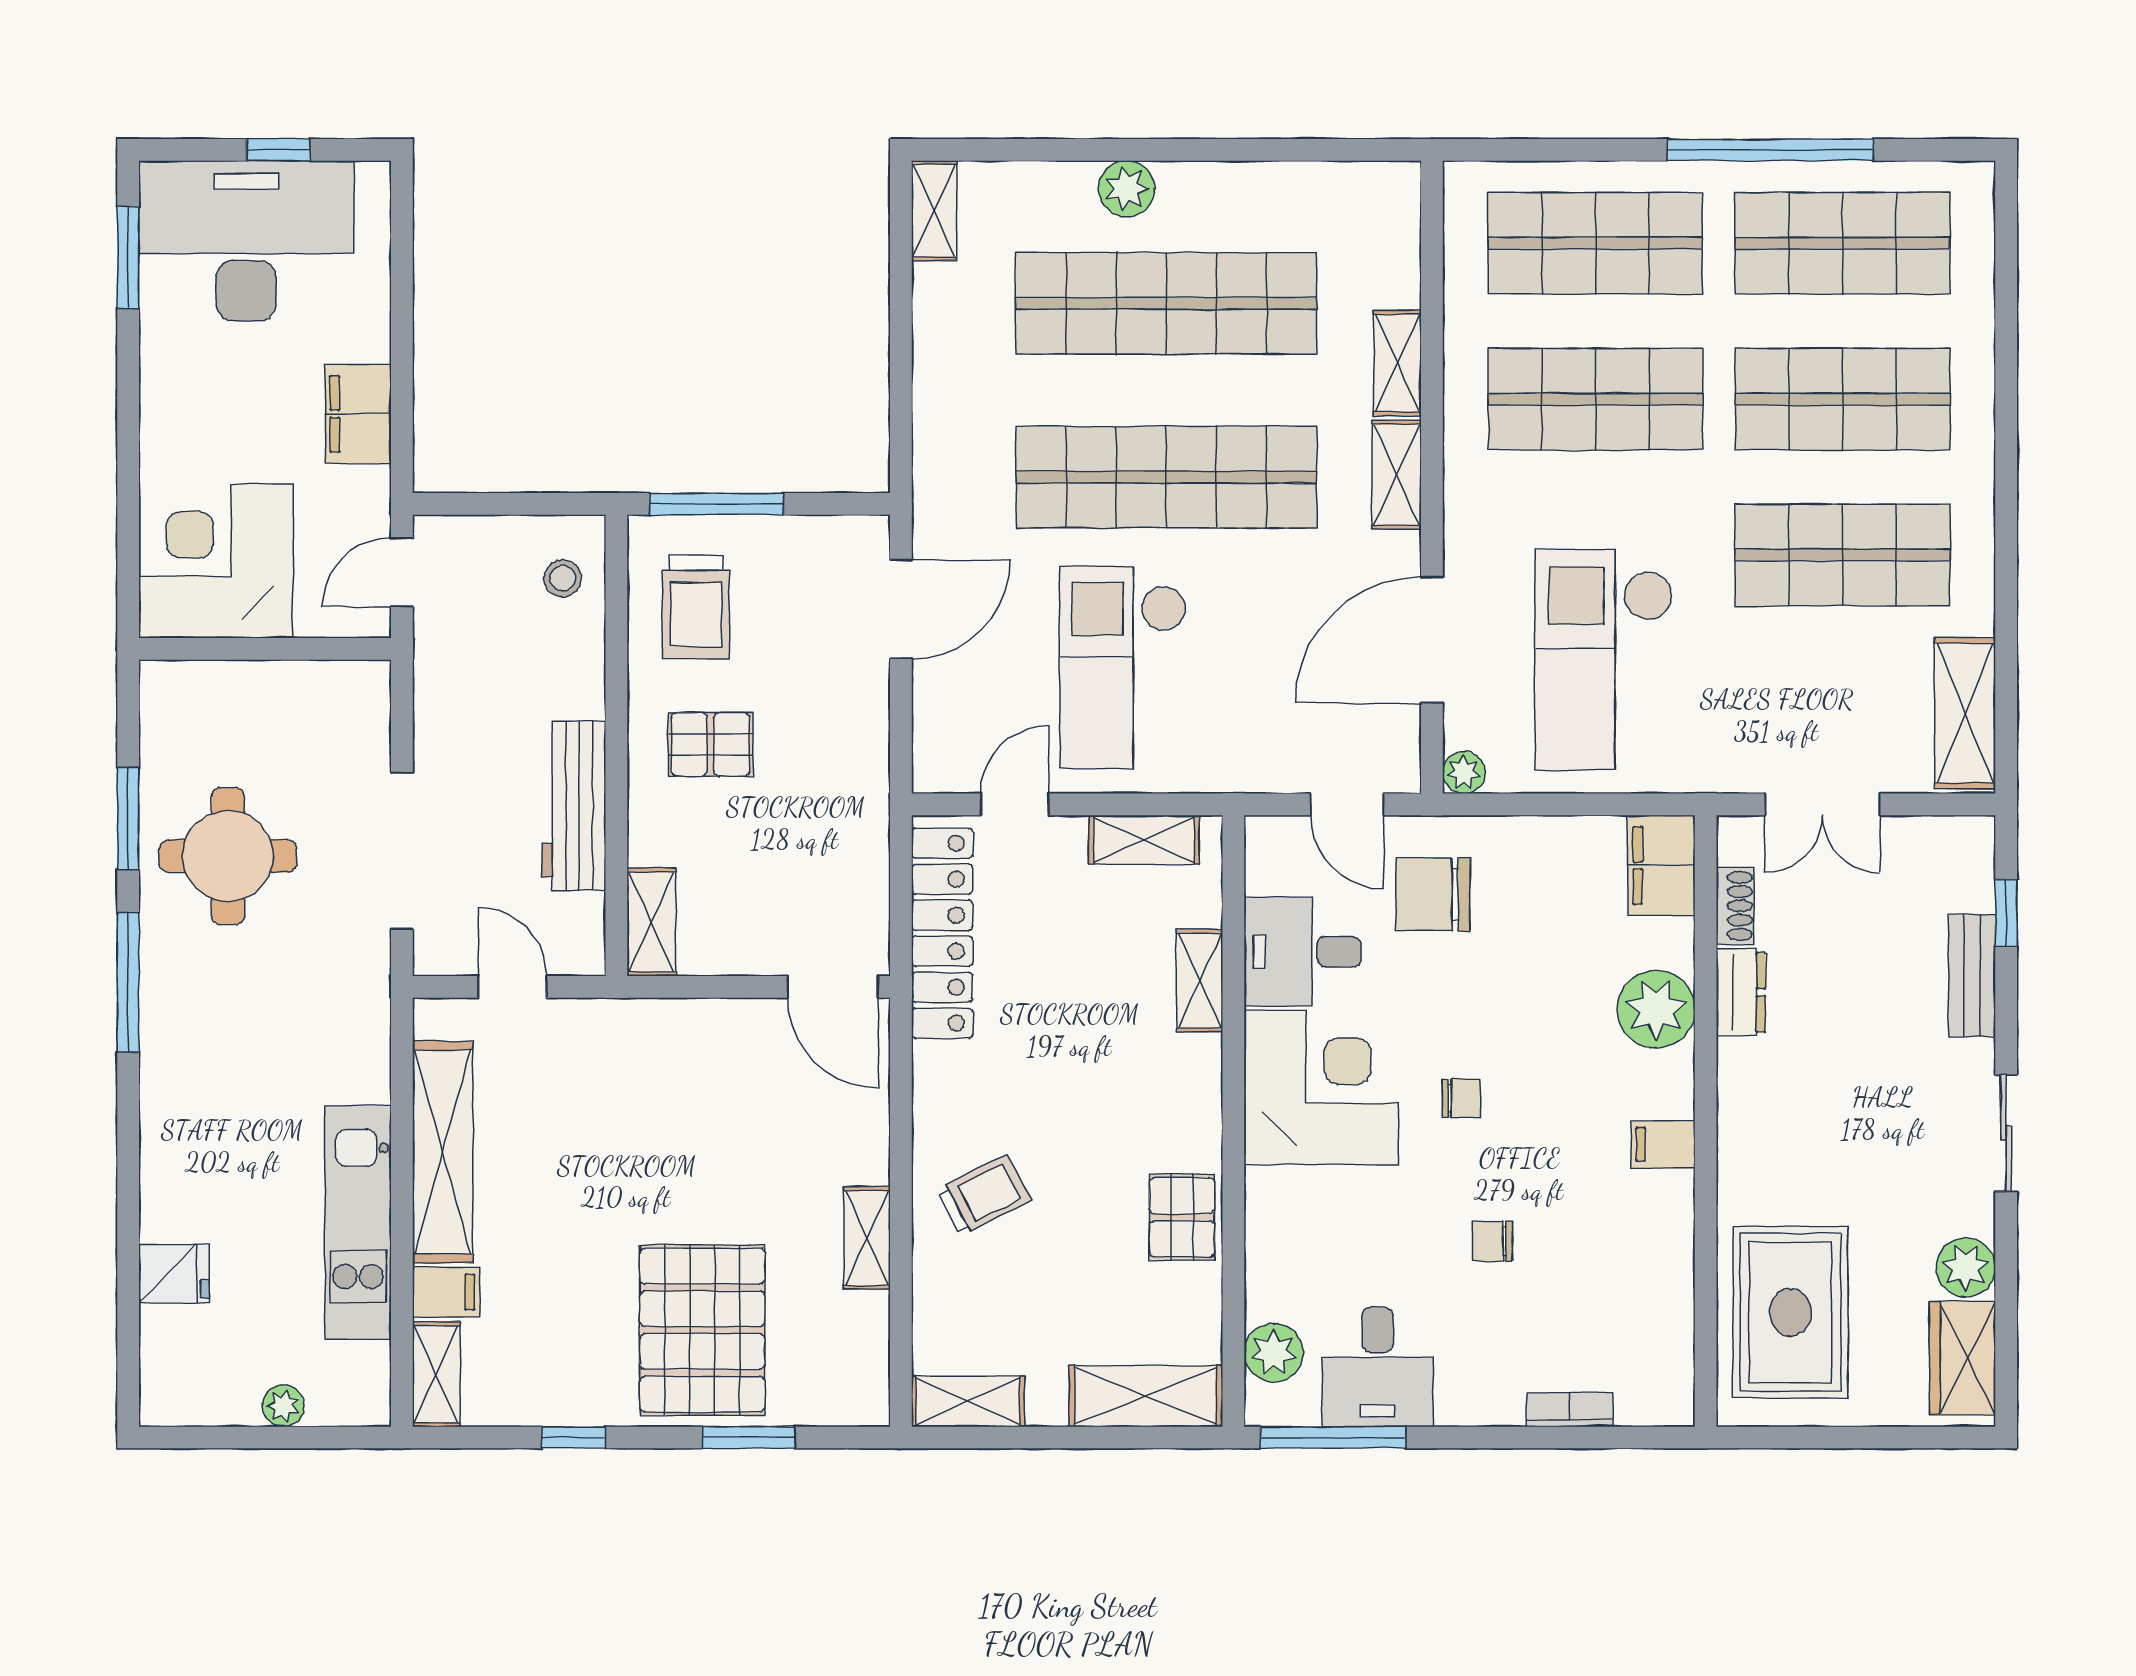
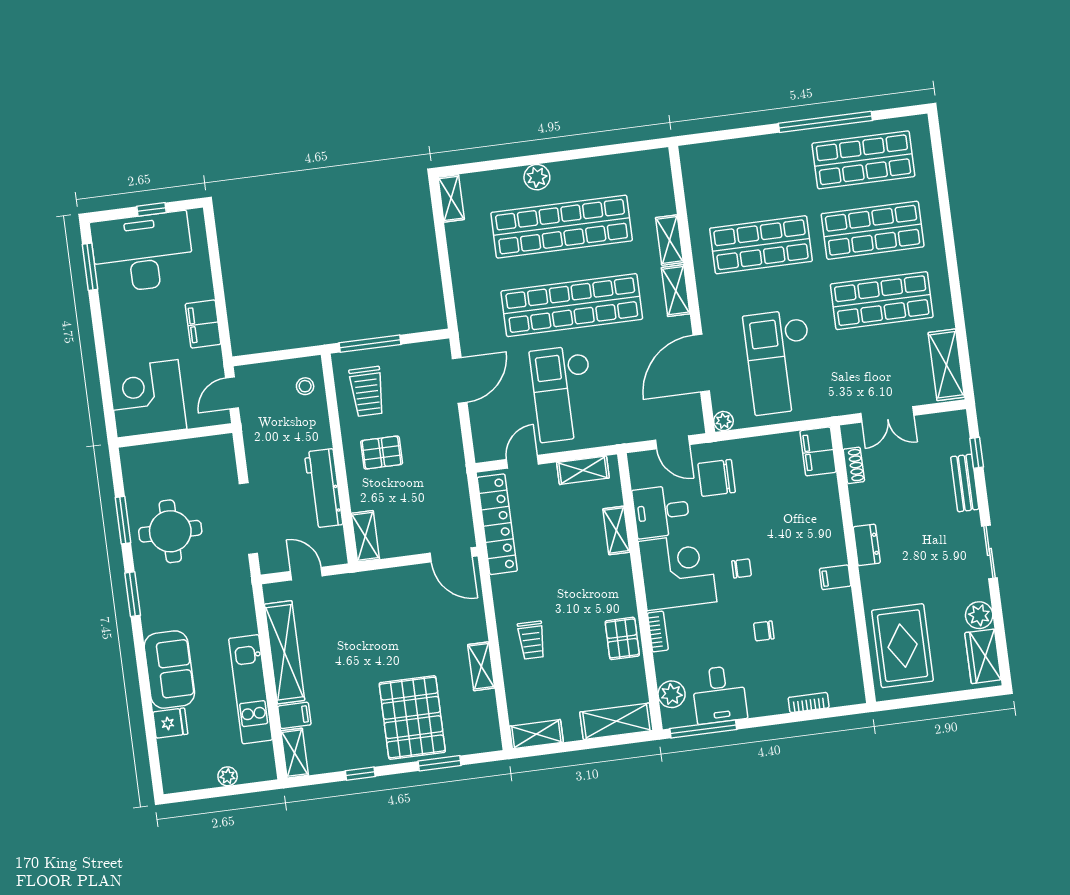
shop shelf: (1595, 243) -> (752, 174), removed
window: (128, 982) -> (133, 594), width x0.69
dresser: (1741, 992) -> (867, 545), moved
plant: (1656, 1009) -> (824, 517), removed
sofa: (187, 1157) -> (169, 670), added
trolley: (984, 1195) -> (531, 640), turned 117
bookcase: (1262, 1212) -> (658, 631), added

